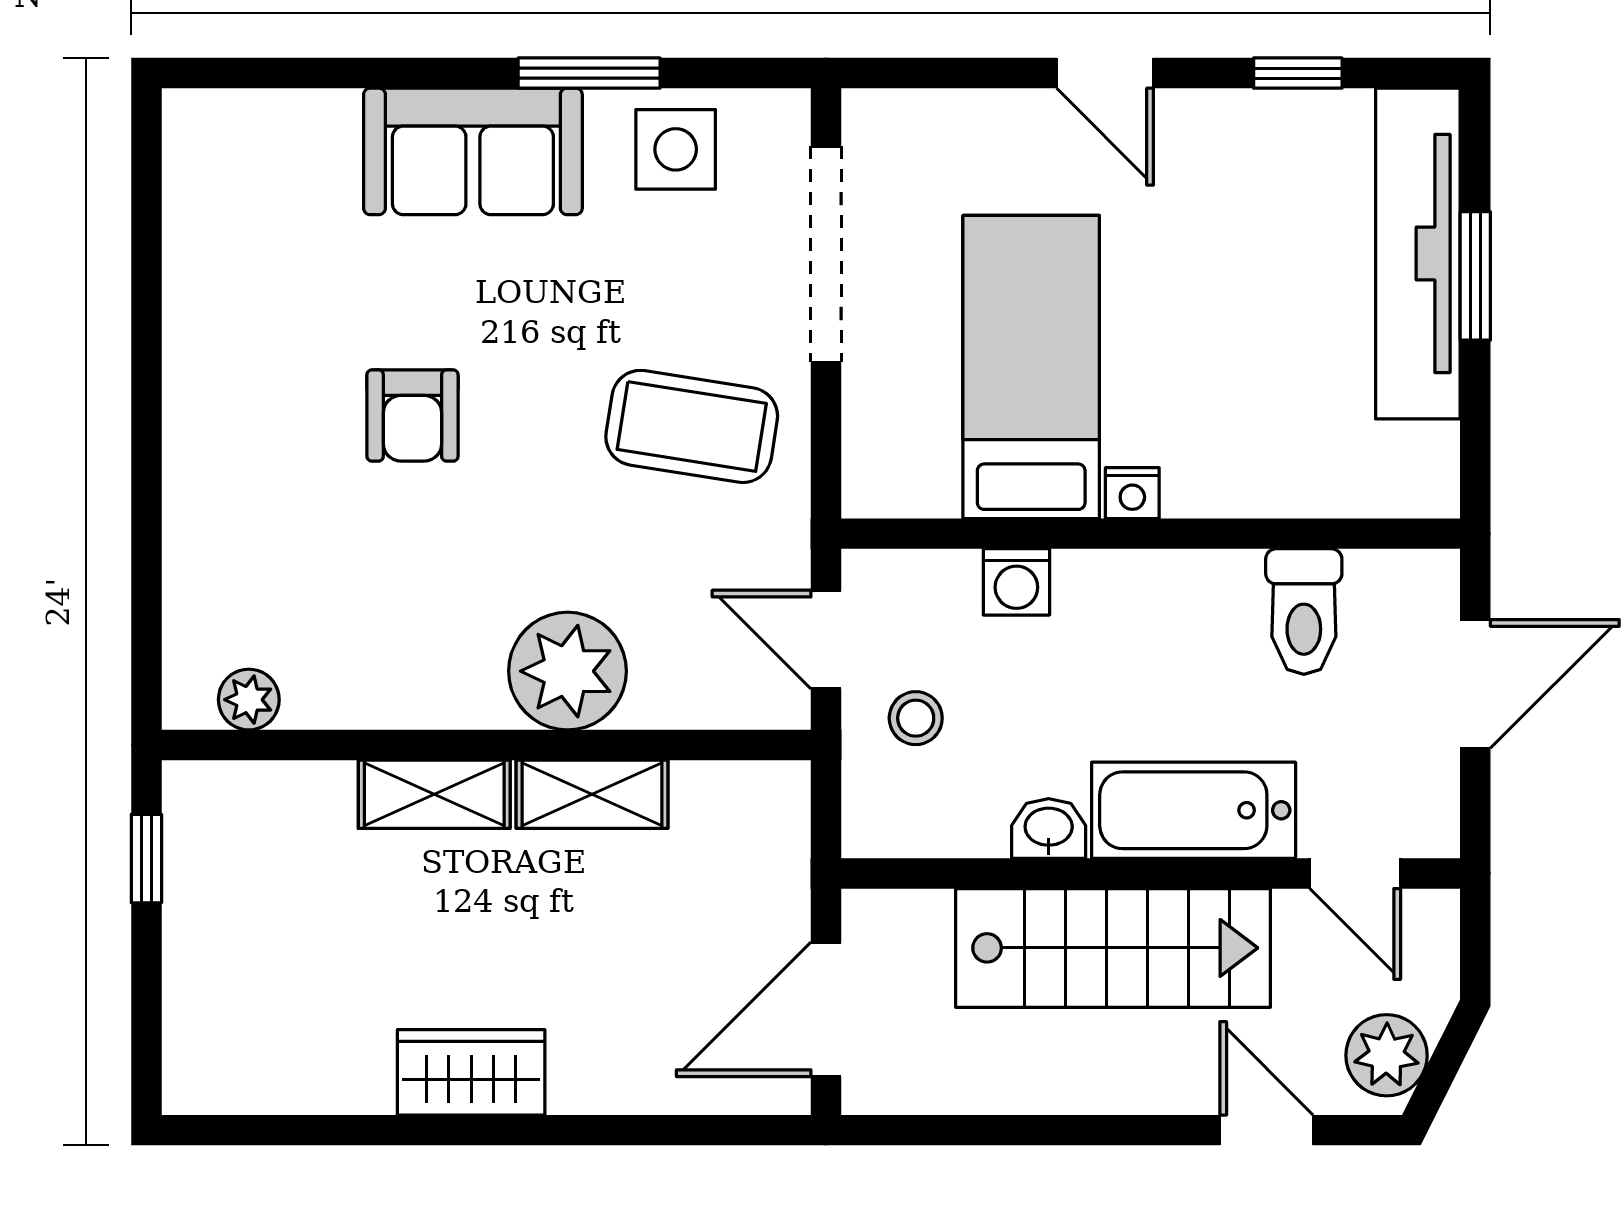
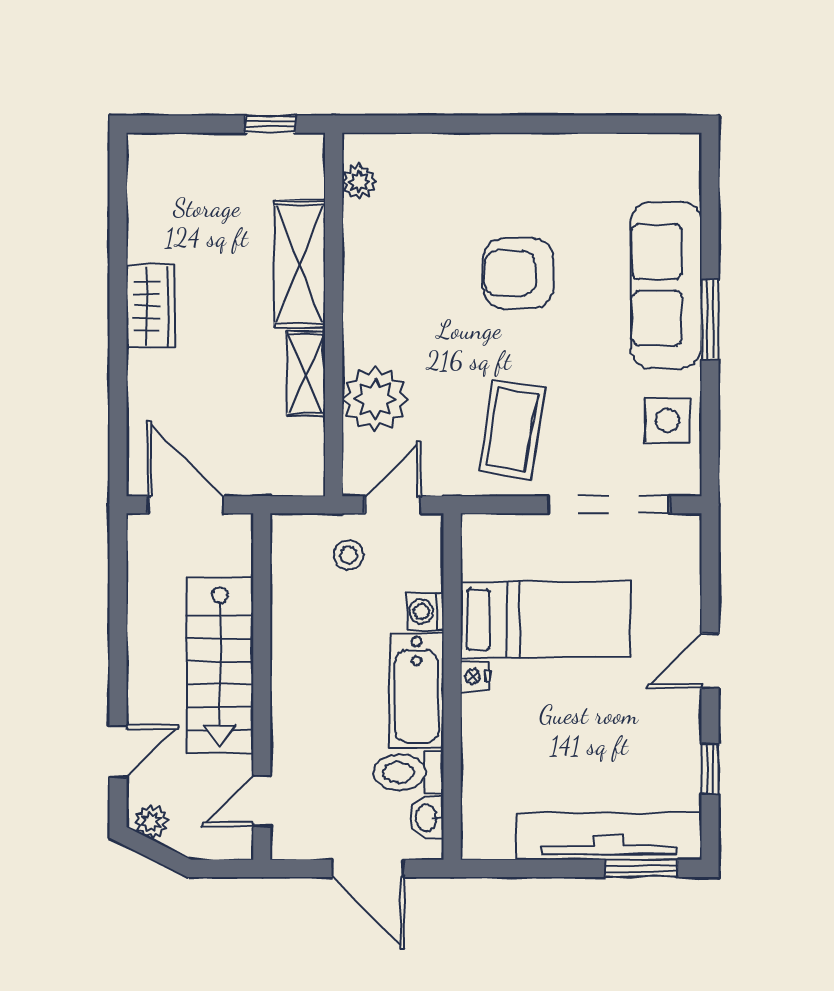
window: (589, 73) -> (710, 320), moved
sofa: (473, 151) -> (666, 285), width x1.36
window: (1475, 276) -> (641, 868), moved
armchair: (412, 416) -> (518, 273), width x1.38, depth x1.38
plant: (567, 671) -> (375, 399), moved
shelving: (434, 794) -> (300, 264), width x1.50, depth x1.33
bathtub: (1194, 810) -> (417, 690), moved, turned 180
washbasin: (1049, 828) -> (427, 818), moved, turned 180
plant: (1387, 1055) -> (152, 821), width x0.73, depth x0.73

